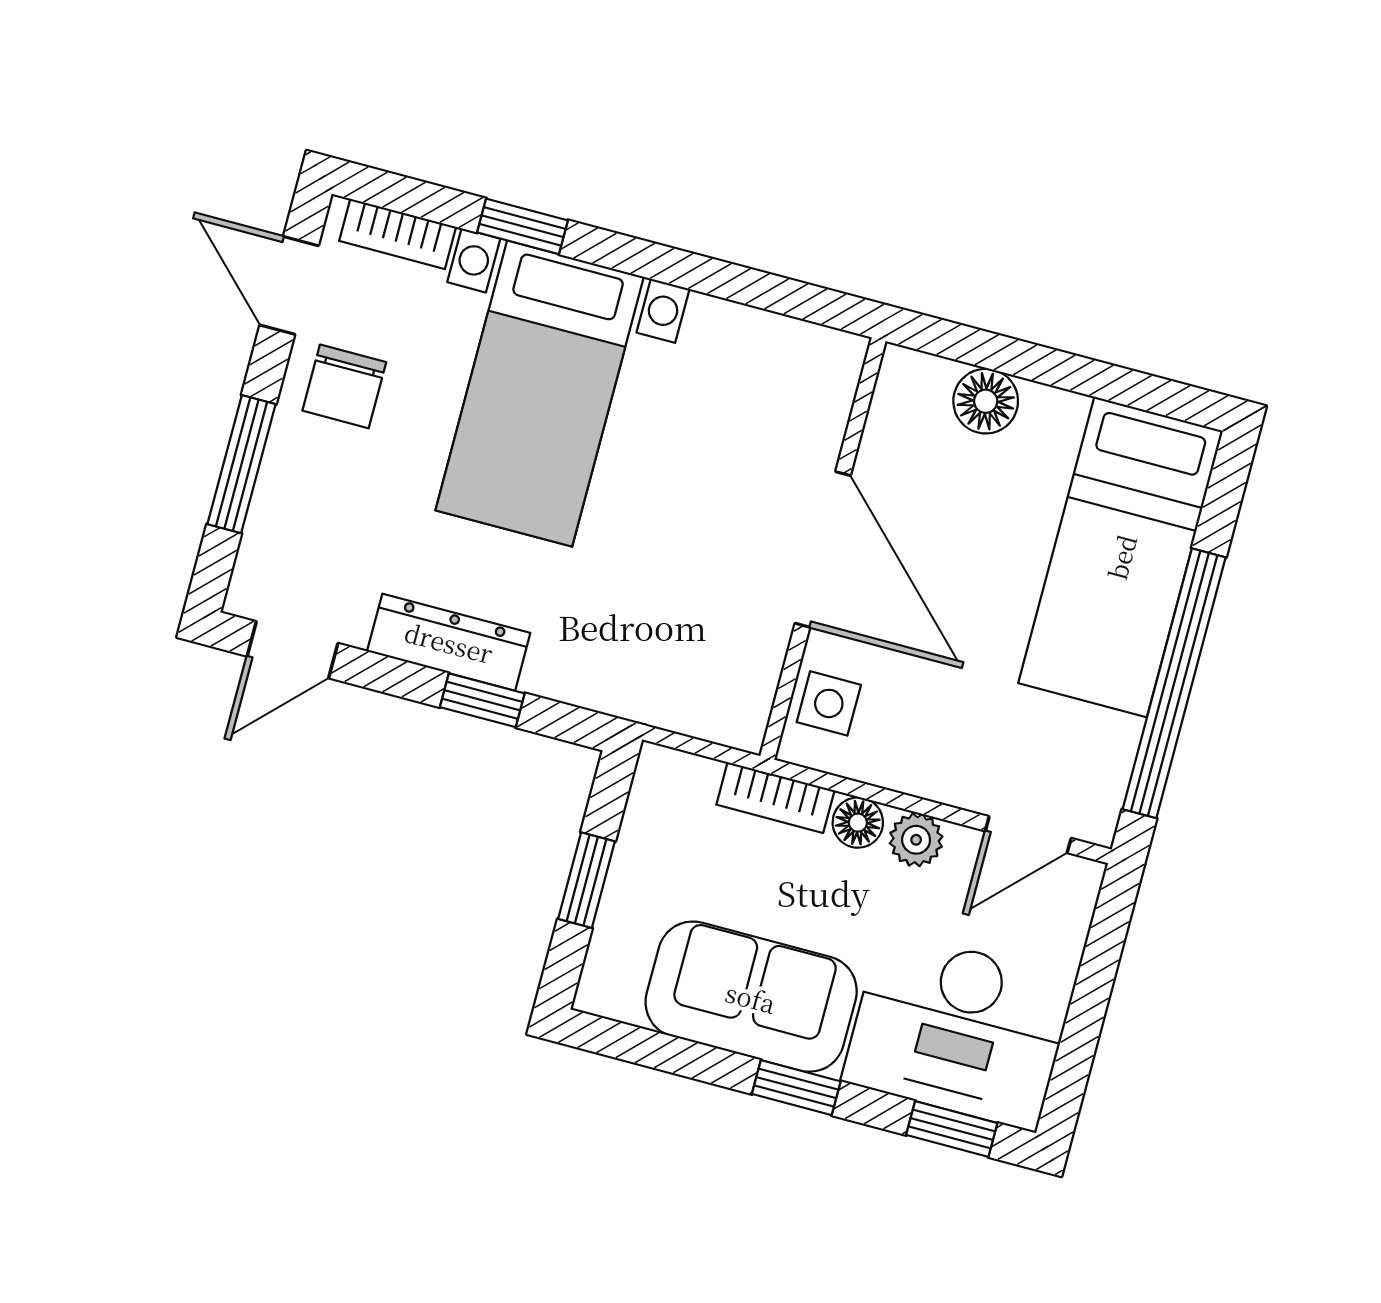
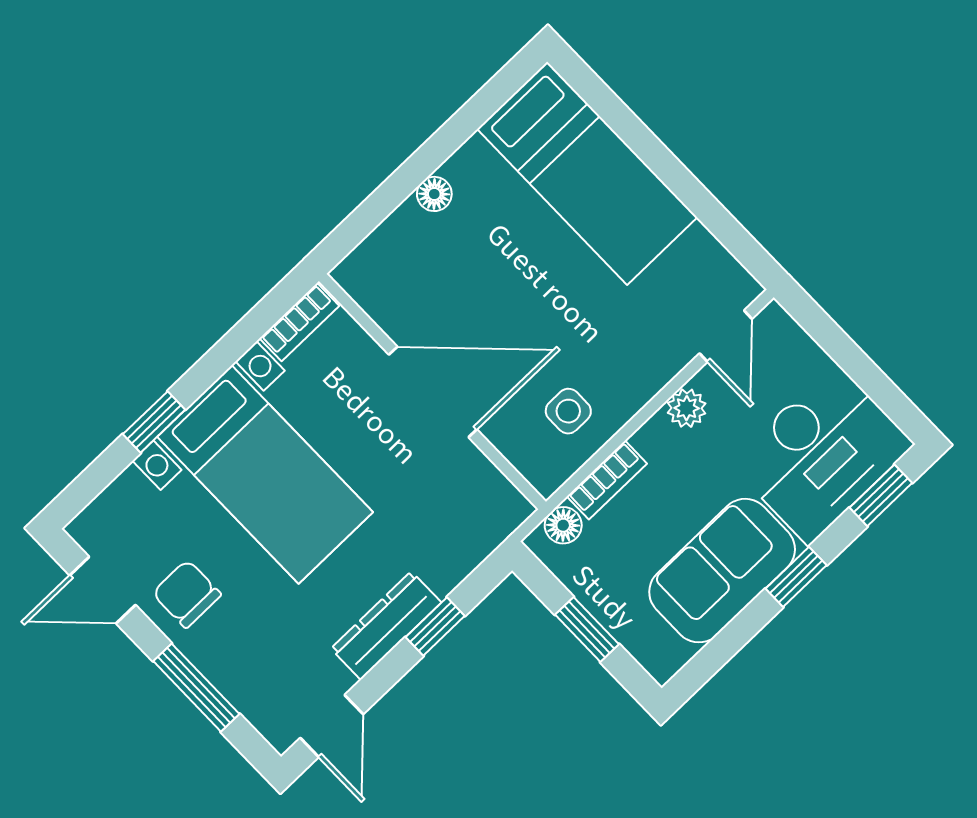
bookcase: (398, 234) -> (299, 322), moved
chair: (344, 386) -> (187, 594), turned 180
floor lamp: (986, 401) -> (434, 194), width x0.73, depth x0.73
door: (823, 549) -> (433, 392), moved
wall: (823, 549) -> (432, 392), moved
window: (1174, 683) -> (686, 188), removed
floor lamp: (858, 823) -> (563, 525), moved

